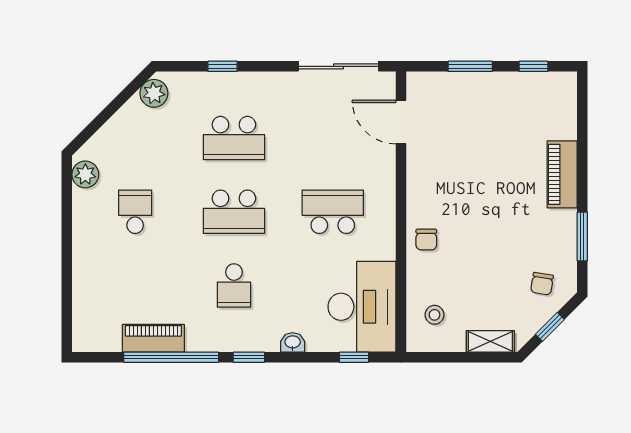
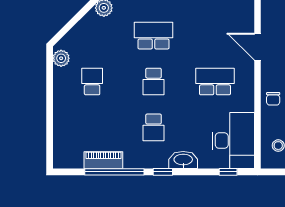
door: (401, 122) -> (257, 47), moved
school desk: (234, 138) -> (154, 36), turned 180
school desk: (234, 212) -> (154, 81), width x0.54
washbasin: (293, 342) -> (183, 160), width x1.91, depth x1.45

